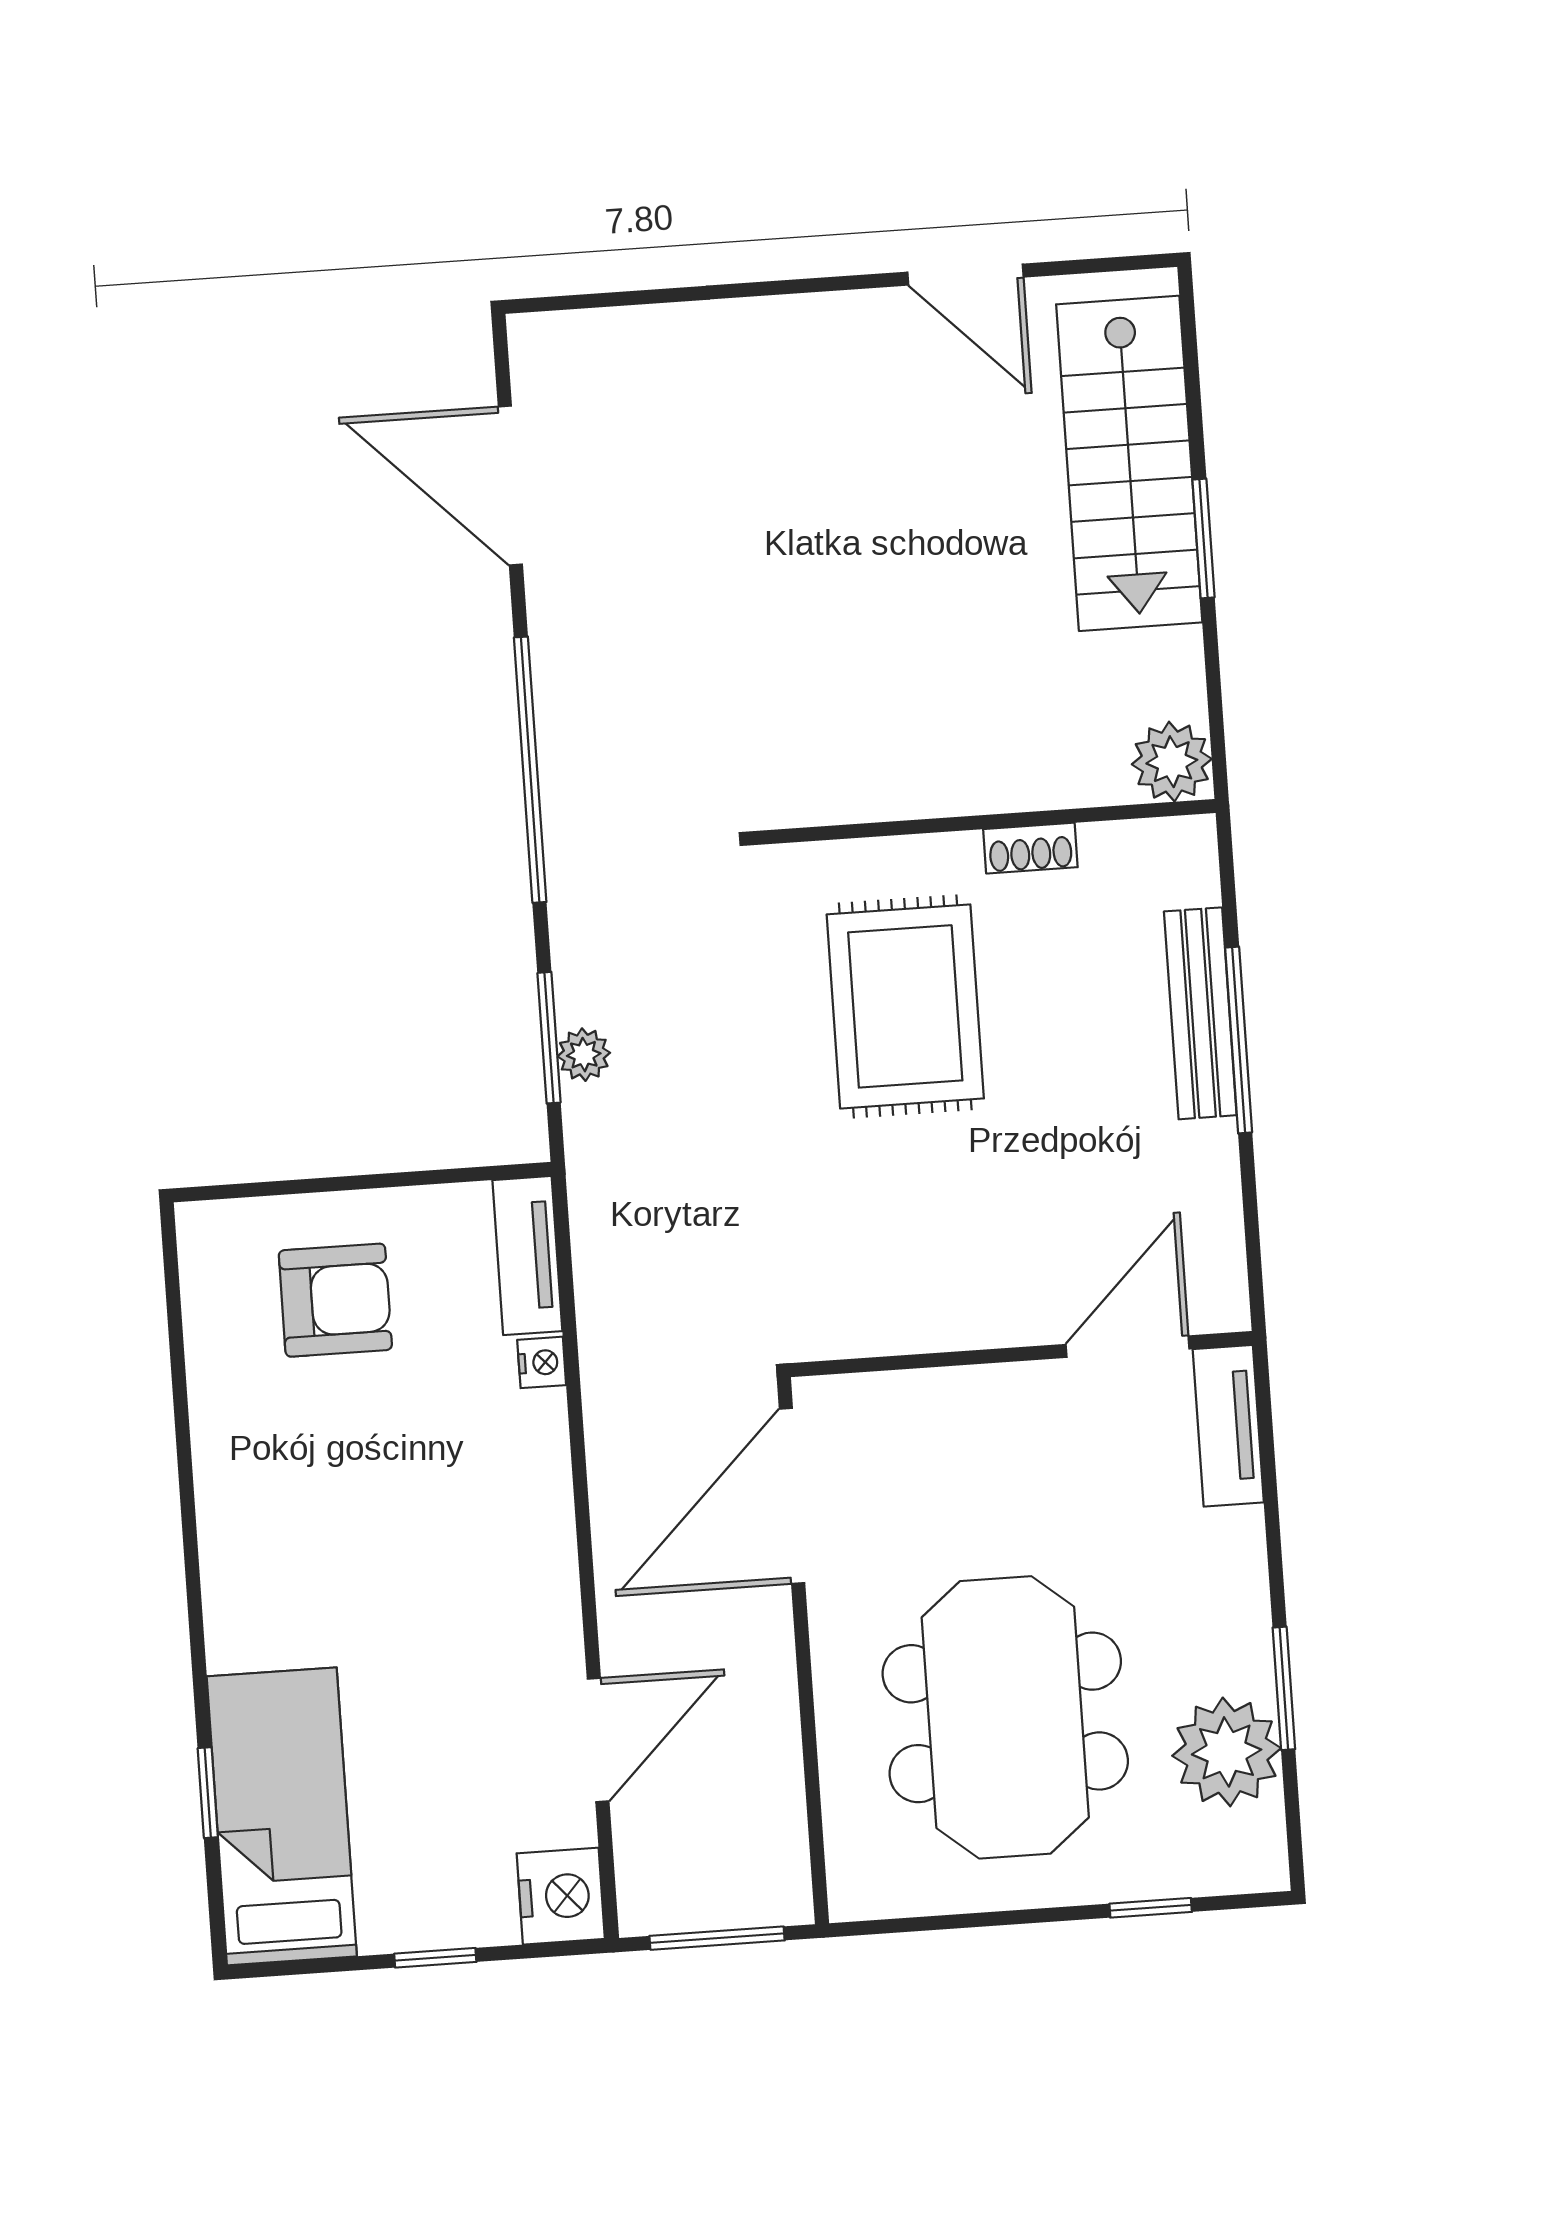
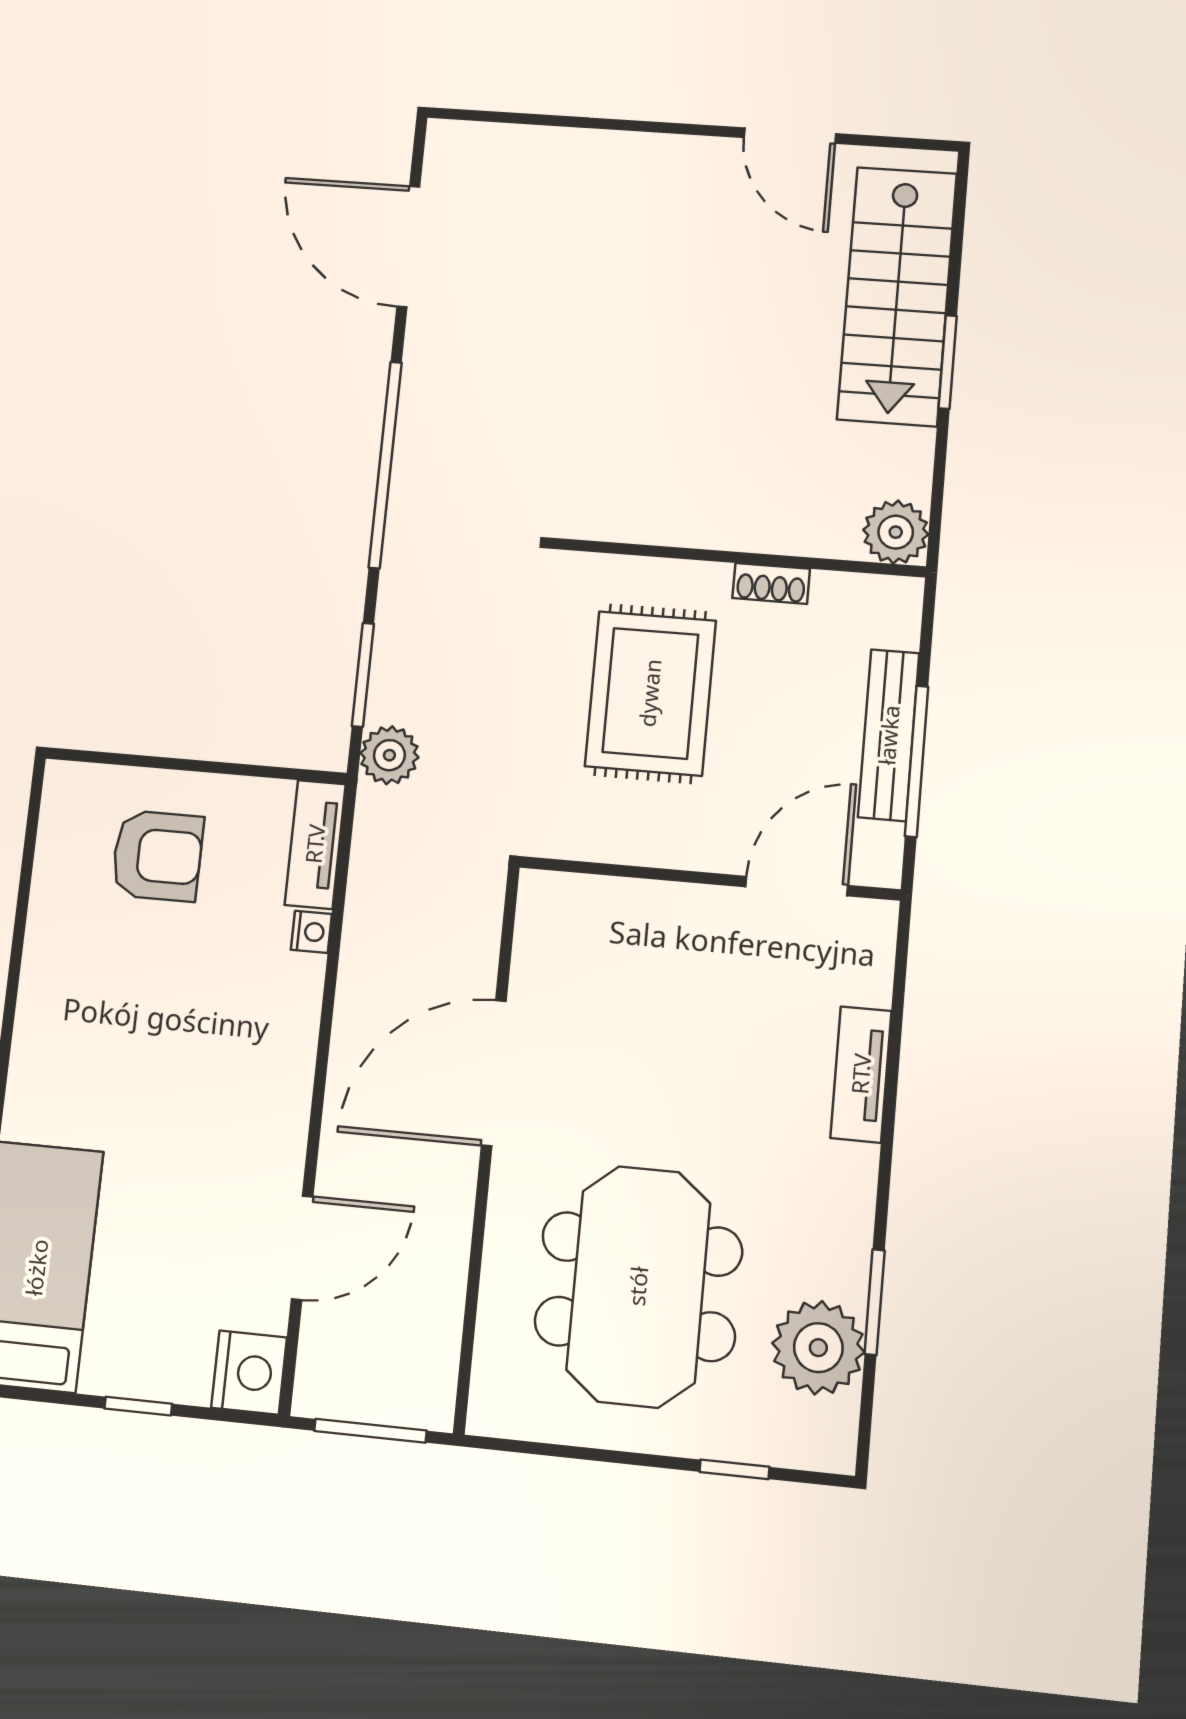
plant: (584, 1055) -> (389, 755), moved, width x1.38, depth x1.38
door: (1128, 1347) -> (797, 886), moved
wall: (1021, 1354) -> (709, 878), moved

